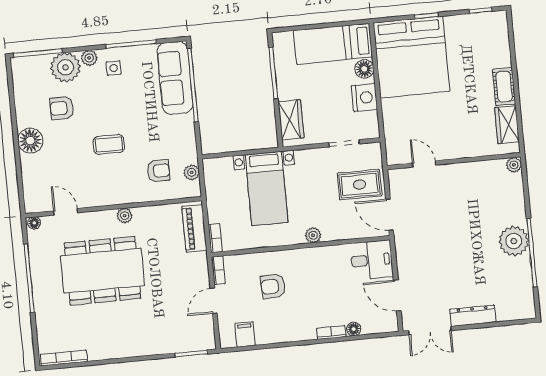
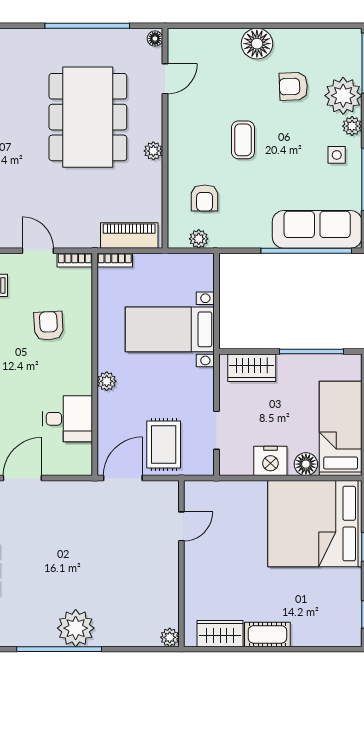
armchair: (62, 108) -> (293, 86), turned -92
desk: (372, 260) -> (67, 419), moved, turned -90

